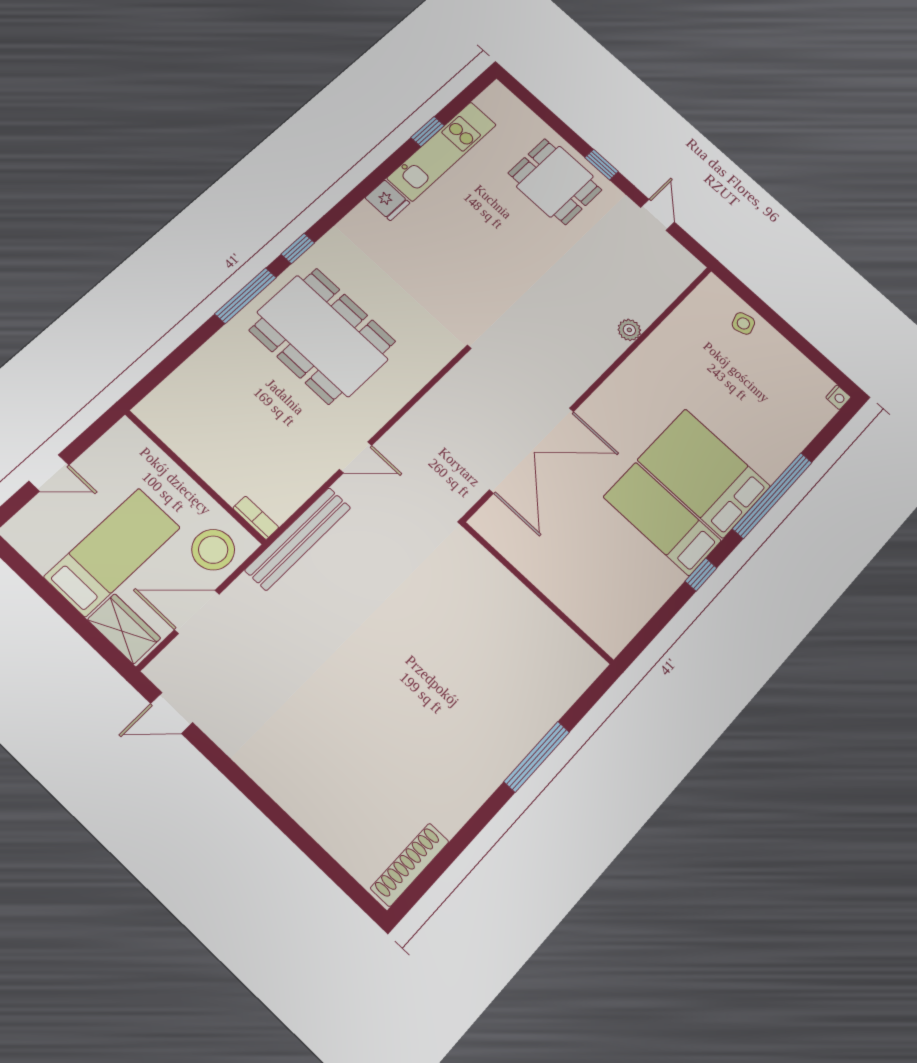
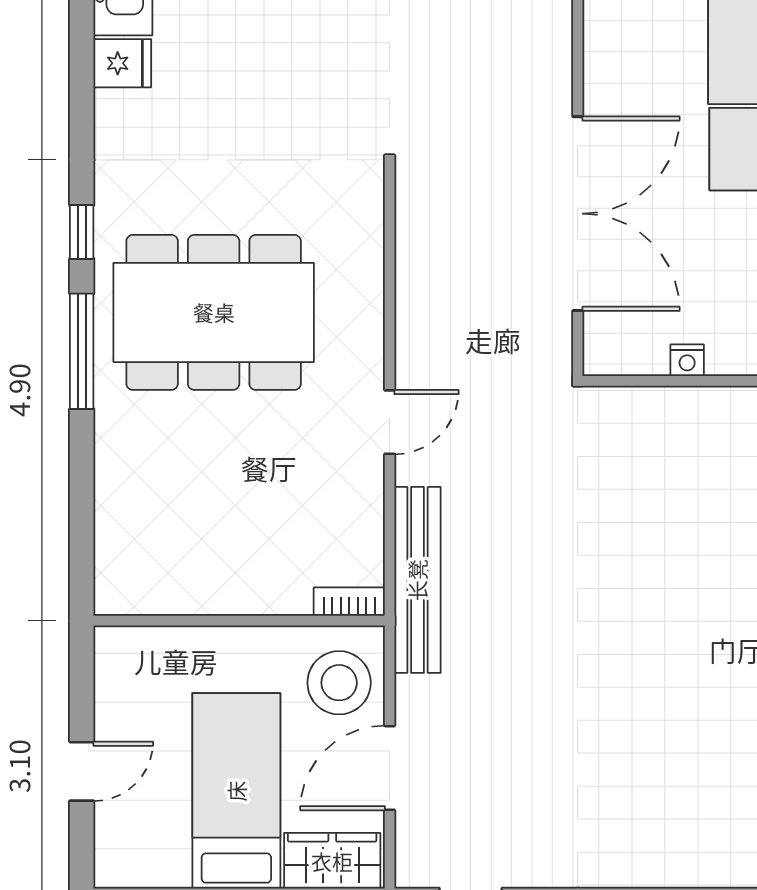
nightstand: (522, 561) -> (687, 360), added

